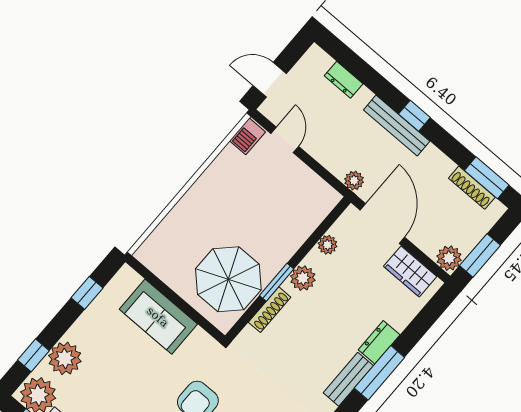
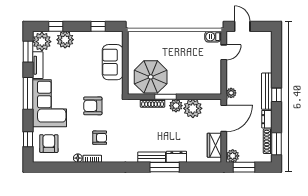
dresser: (344, 80) -> (267, 119), moved
plant: (327, 245) -> (193, 108), width x1.87, depth x1.87

